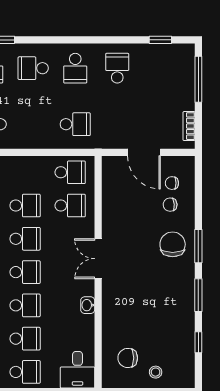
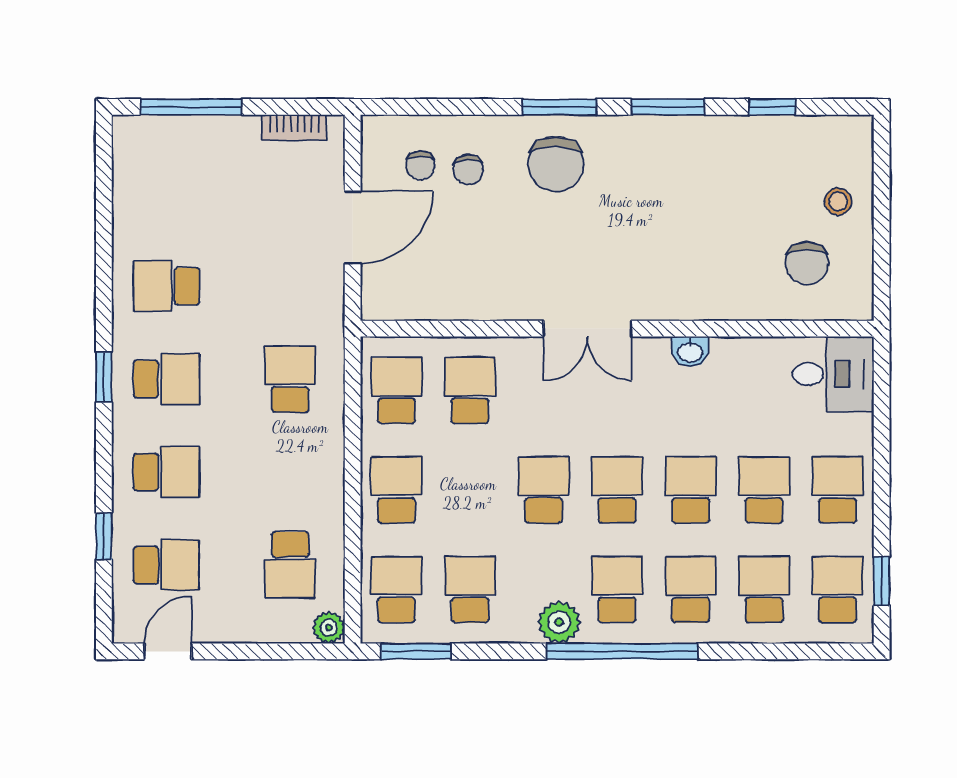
window: (160, 40) -> (104, 377), moved
school desk: (33, 68) -> (166, 472), turned -90
school desk: (25, 206) -> (397, 490), moved
chair: (173, 244) -> (556, 164), turned -90

